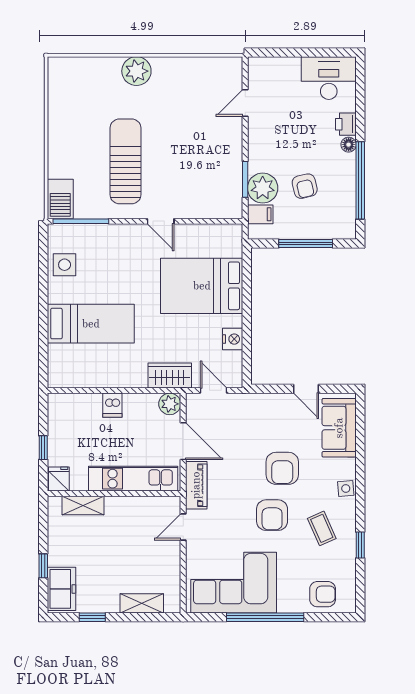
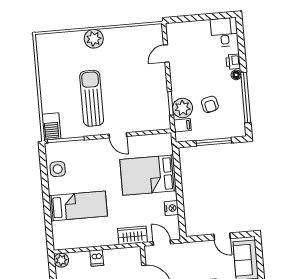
desk: (329, 78) -> (224, 32), width x0.73
plant: (170, 404) -> (61, 260), moved

